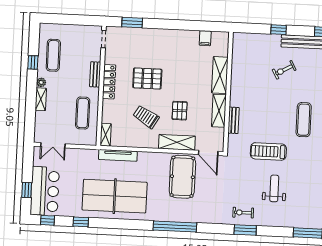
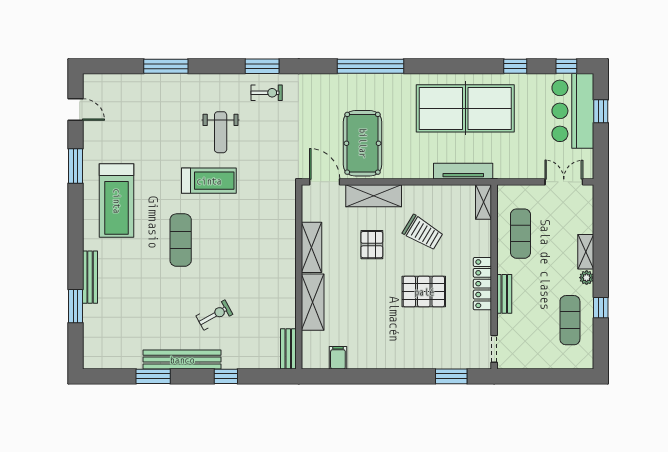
bench: (234, 120) -> (288, 349), moved
treadmill: (268, 151) -> (209, 181), moved

